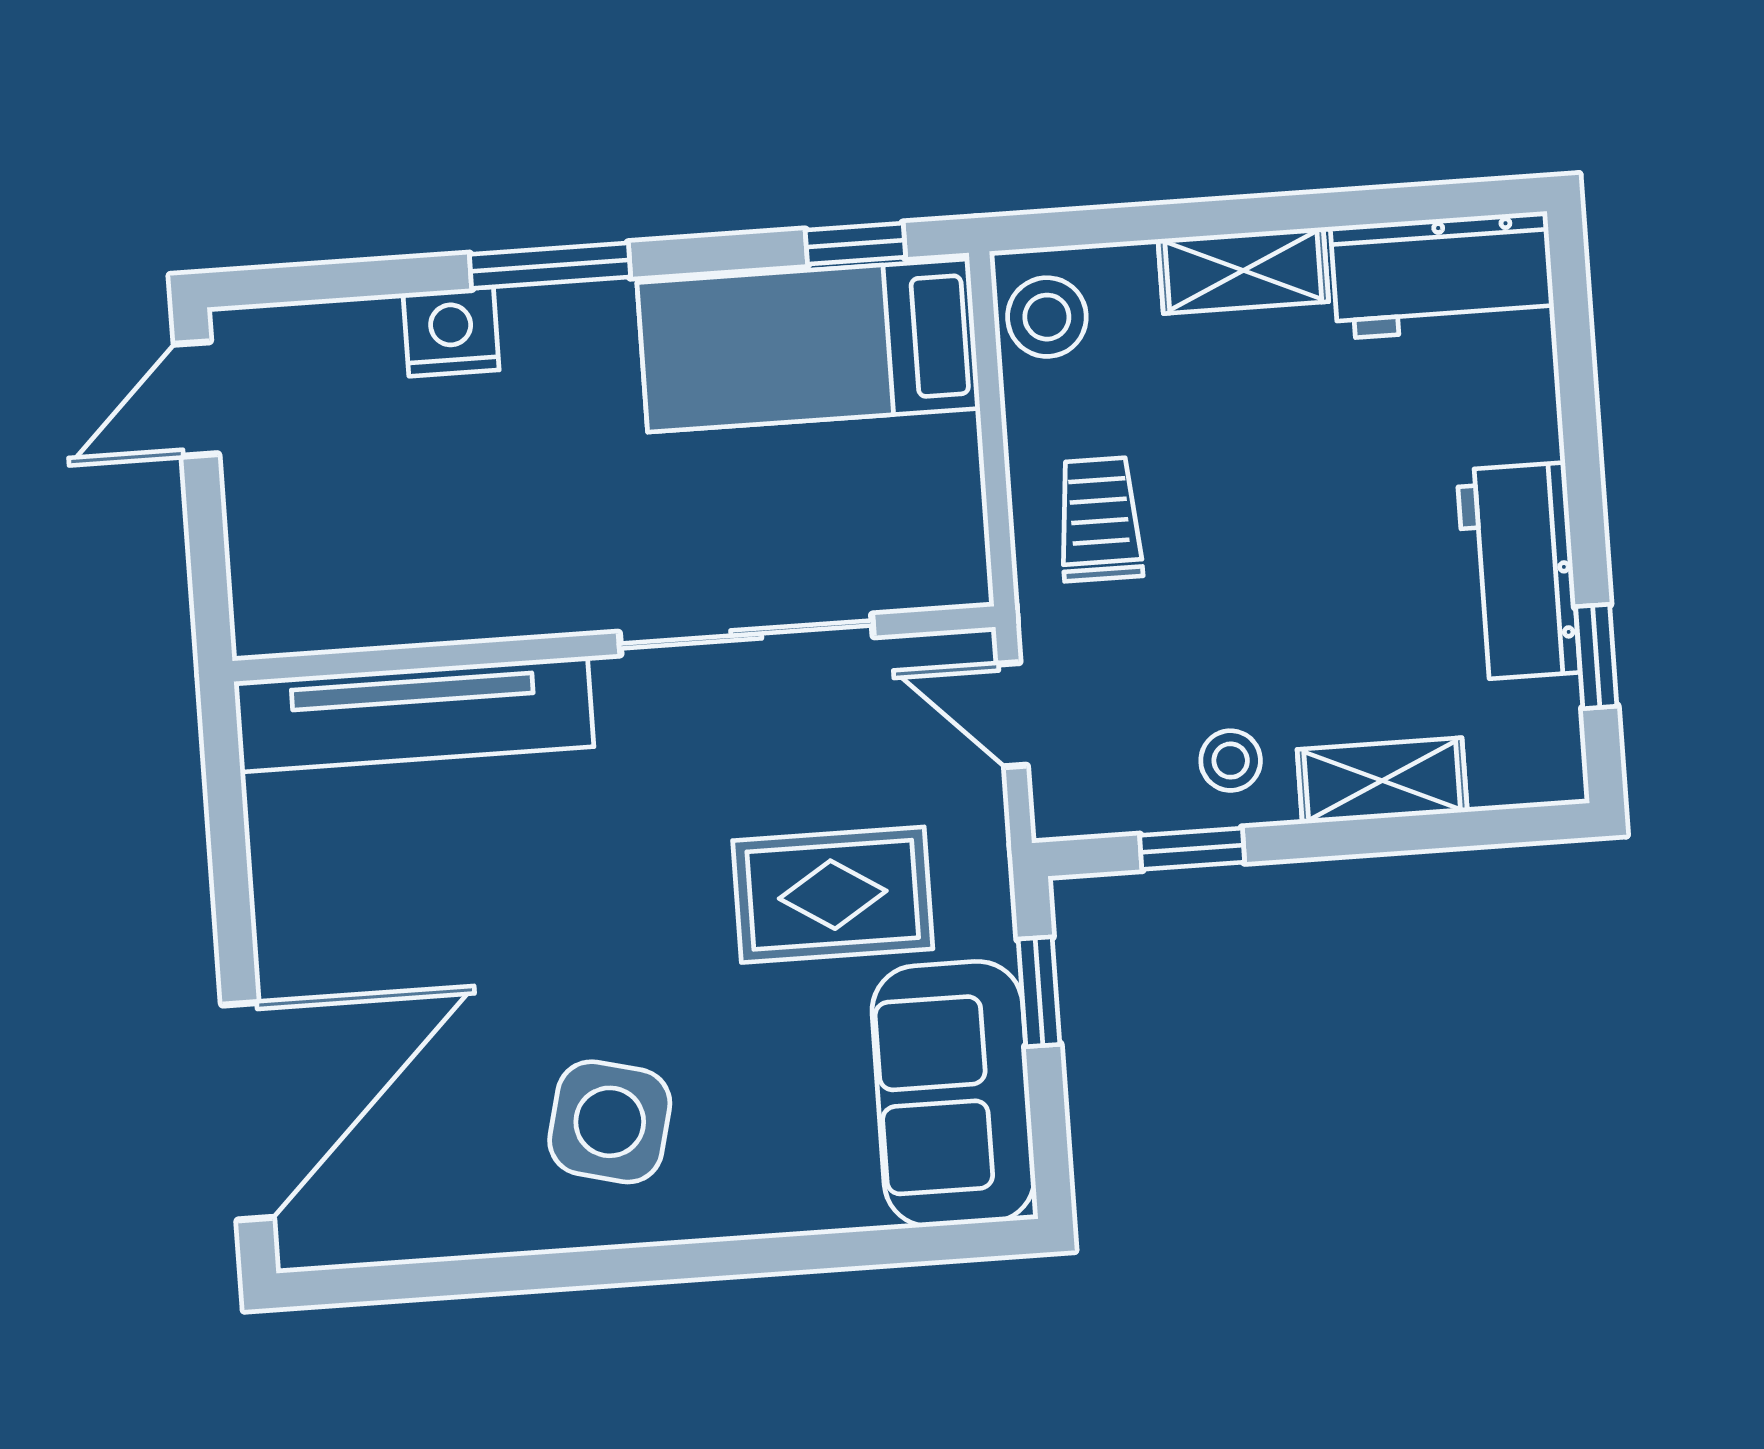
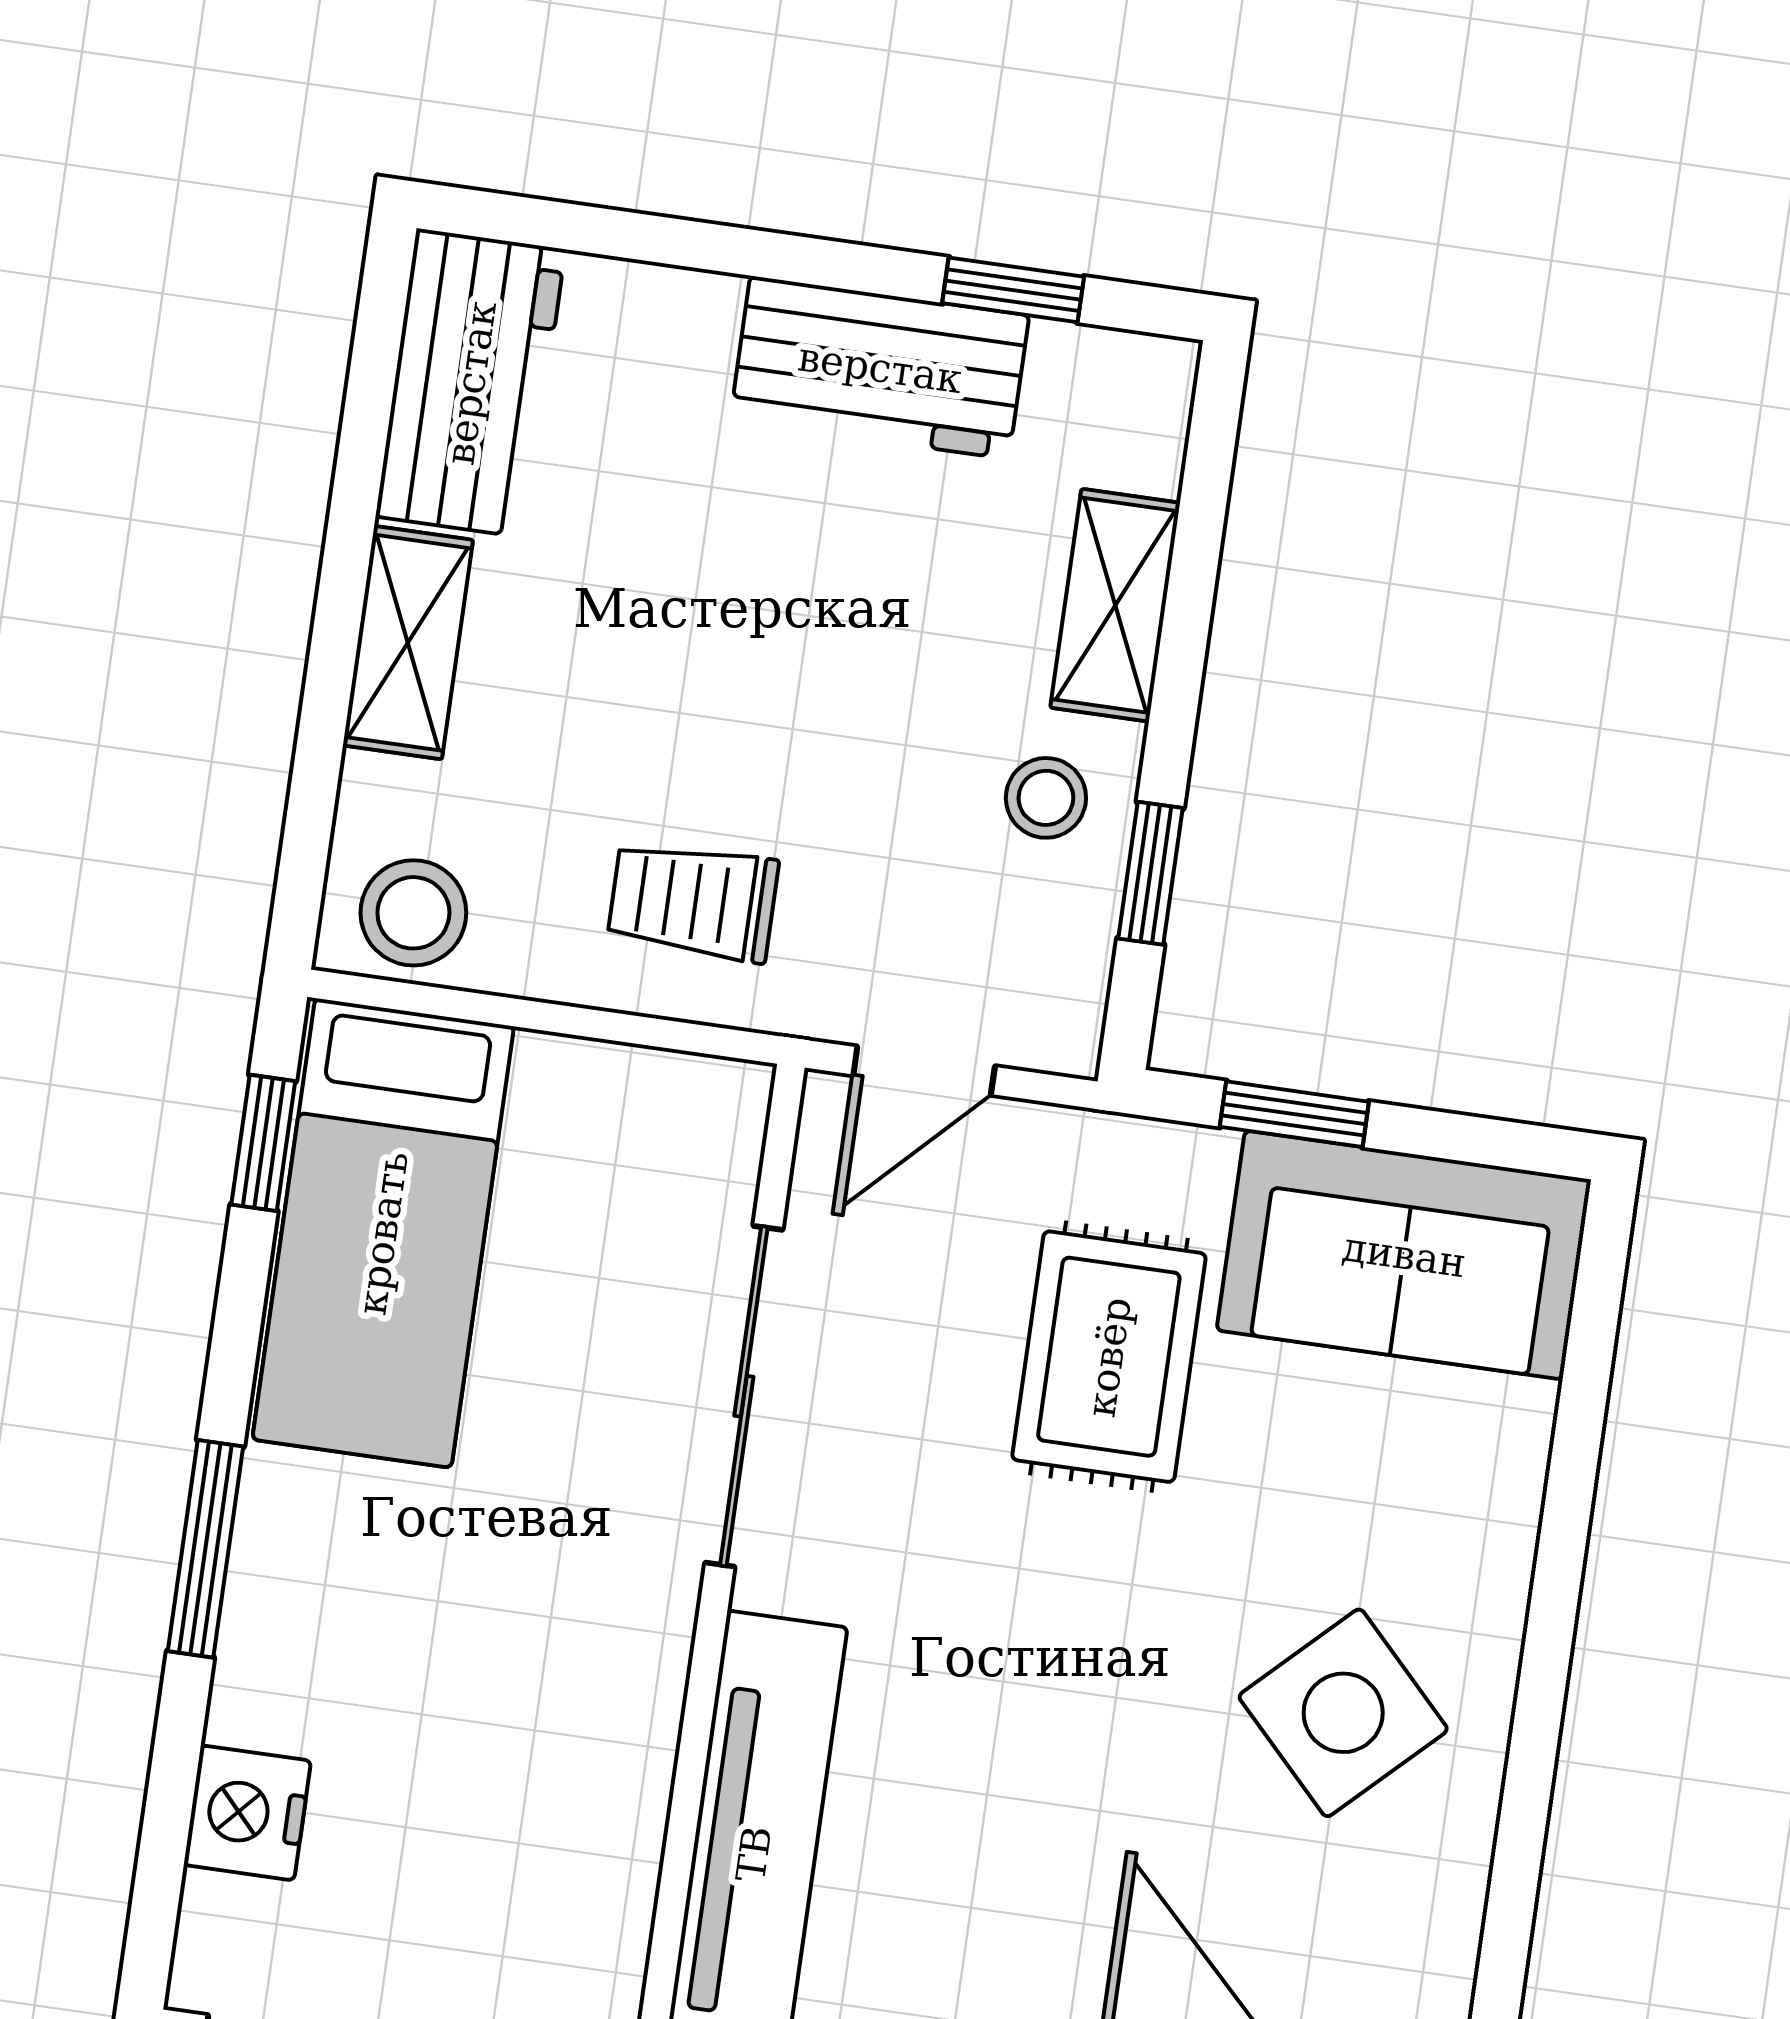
nightstand: (451, 332) -> (247, 1813), moved
side table: (610, 1122) -> (1343, 1713), turned 32

